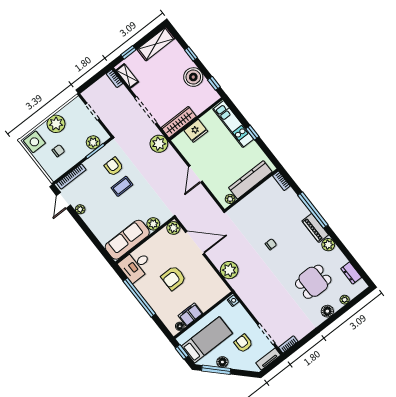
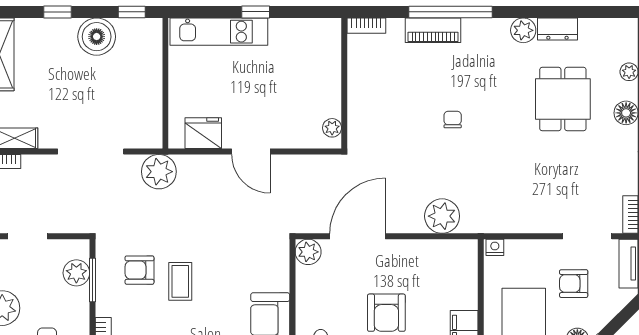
wardrobe: (179, 122) -> (149, 114), removed
fridge: (196, 131) -> (203, 133), moved, turned -90
kitchen counter: (250, 180) -> (327, 73), removed
plant: (153, 224) -> (277, 278), removed
piano: (315, 228) -> (433, 30), moved
dresser: (351, 273) -> (557, 29), moved

